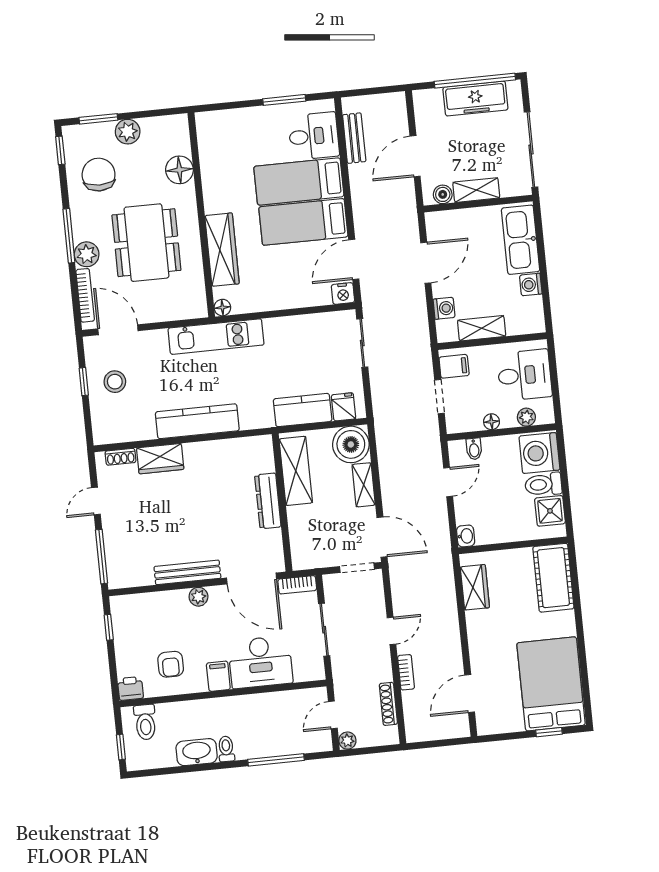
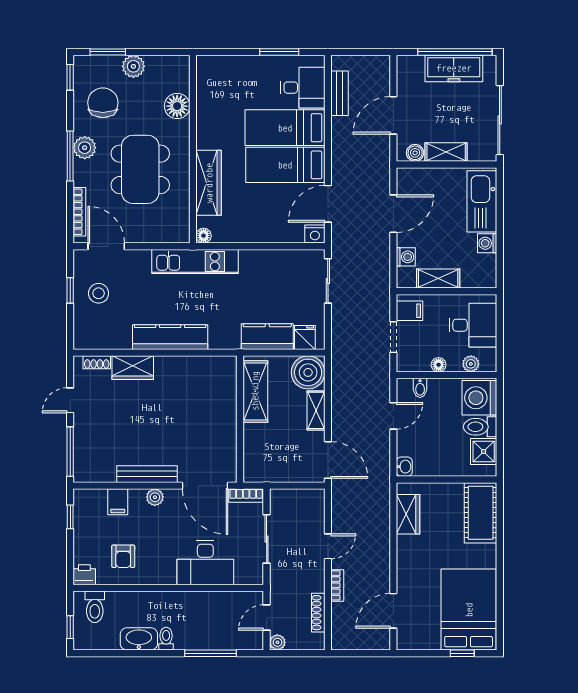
plant: (87, 254) -> (85, 148), moved
dresser: (268, 501) -> (227, 416), removed
doorway: (357, 568) -> (302, 486), removed
filing cabinet: (218, 676) -> (118, 502), moved, turned 180

